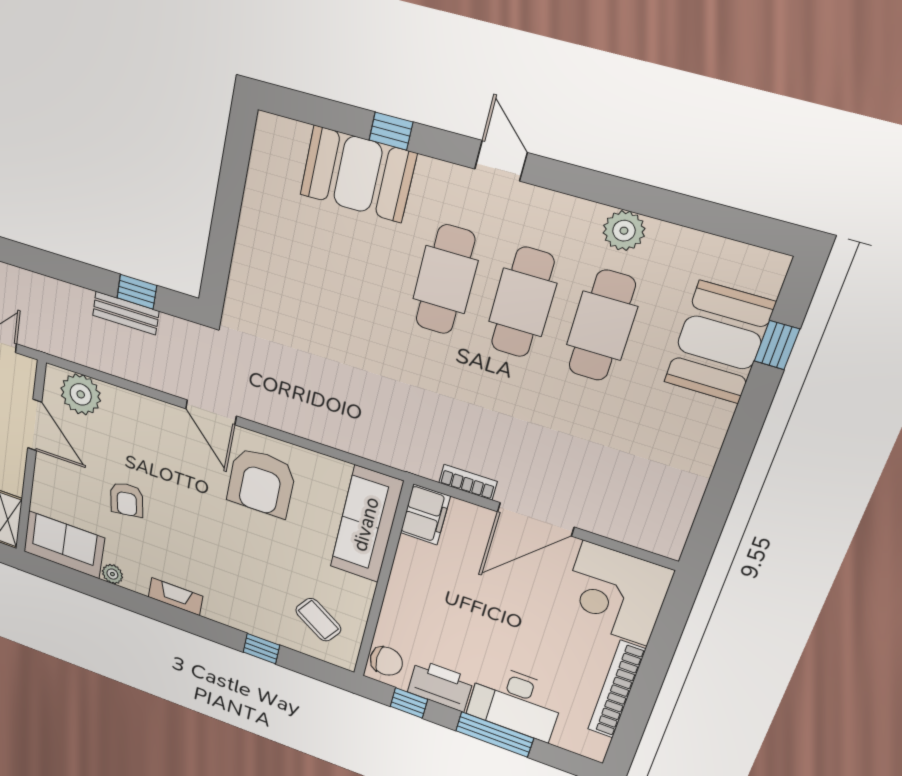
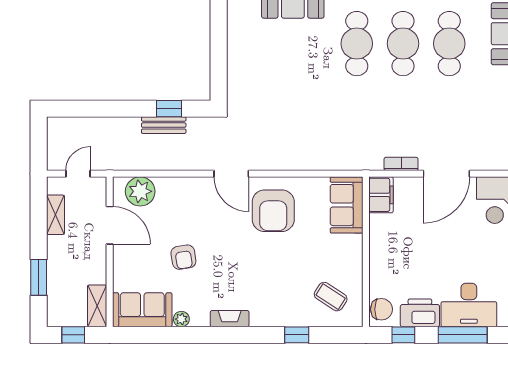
sofa: (366, 524) -> (347, 205), width x0.73

